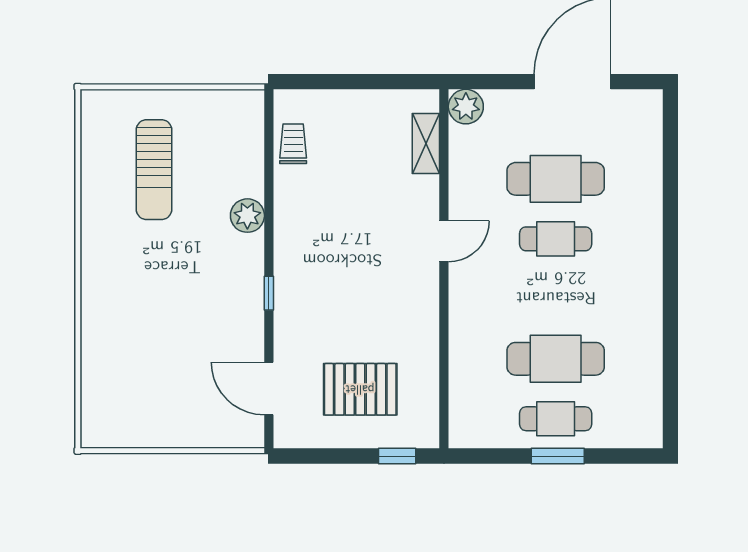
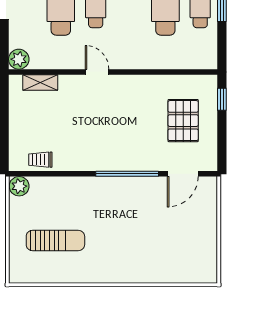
plant: (247, 216) -> (19, 186), moved
window: (269, 293) -> (127, 174), width x3.17

